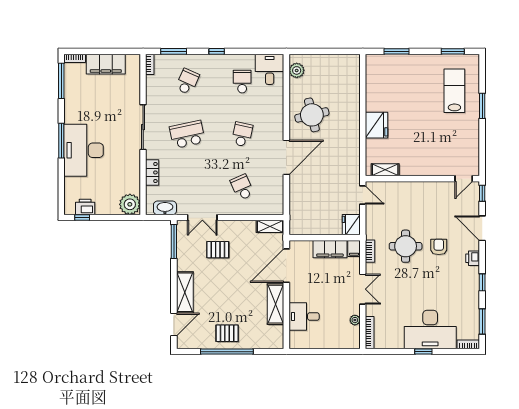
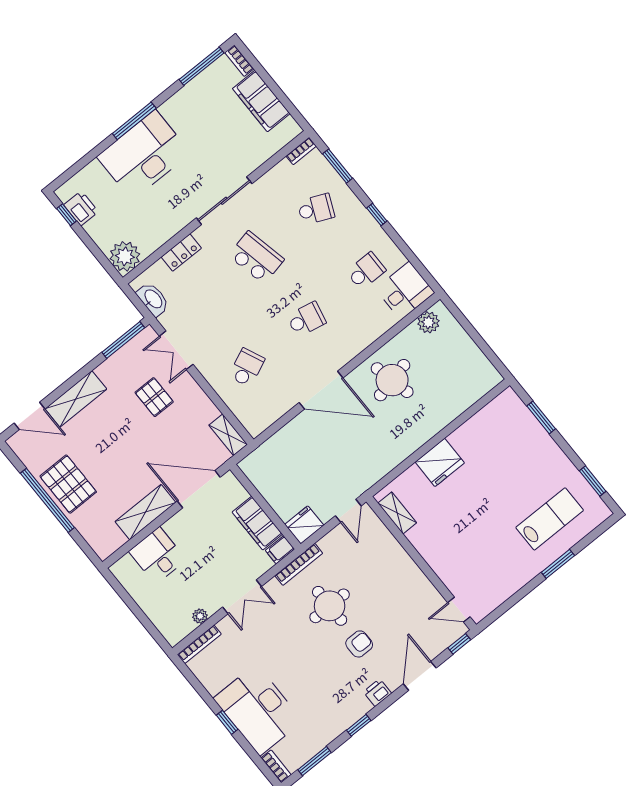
bookcase: (370, 251) -> (299, 564), width x1.56
pallet: (227, 333) -> (68, 484), width x1.50, depth x1.42

